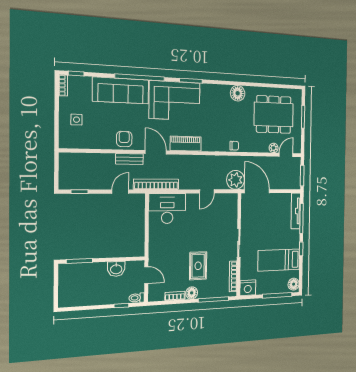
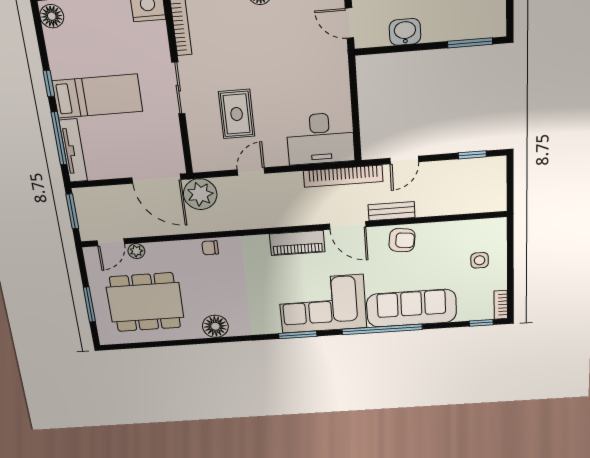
armchair: (124, 139) -> (402, 240), turned -83
bed: (279, 260) -> (97, 96), moved
rug: (198, 266) -> (237, 114), moved

